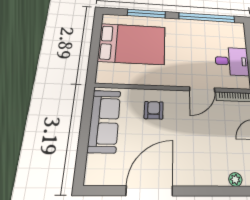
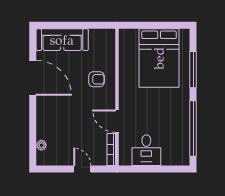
sofa: (104, 121) -> (62, 40), moved

